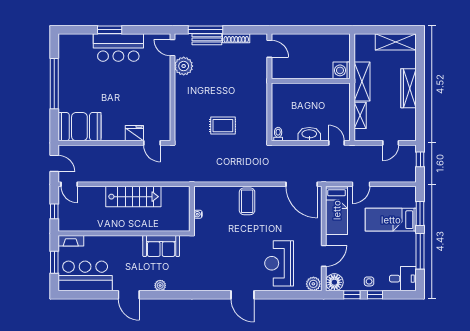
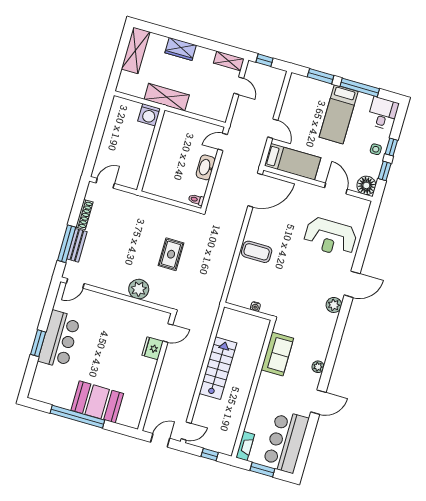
plant: (184, 66) -> (139, 289), moved
wardrobe: (409, 88) -> (181, 49), width x0.67
shelving: (360, 115) -> (229, 61), moved
booth: (79, 127) -> (97, 402), moved, turned 90
bed: (391, 220) -> (339, 114), moved
plant: (313, 284) -> (334, 305), moved

